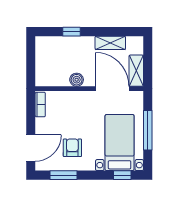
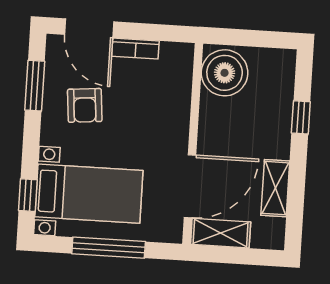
boiler: (77, 80) -> (225, 73), moved, width x1.86, depth x1.86
bookcase: (40, 105) -> (135, 49), moved
armchair: (72, 148) -> (85, 105), turned 85

